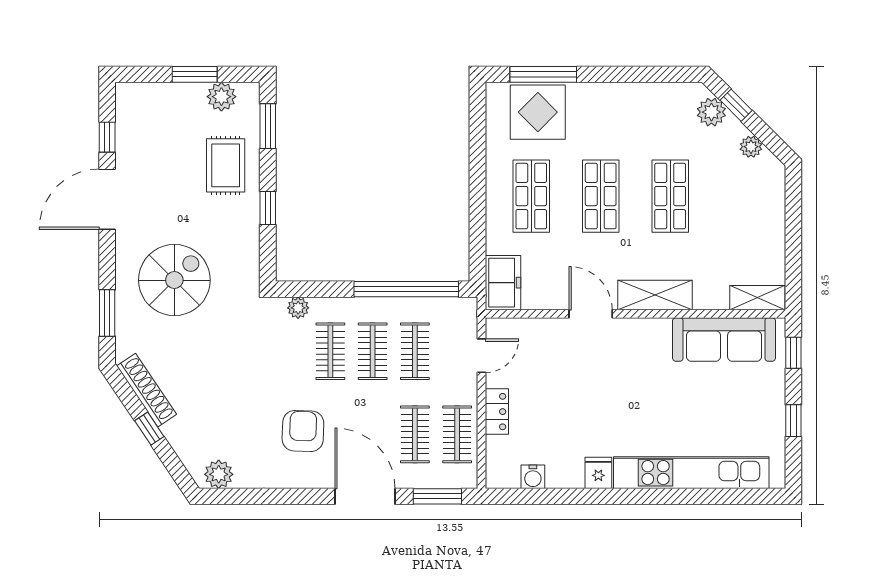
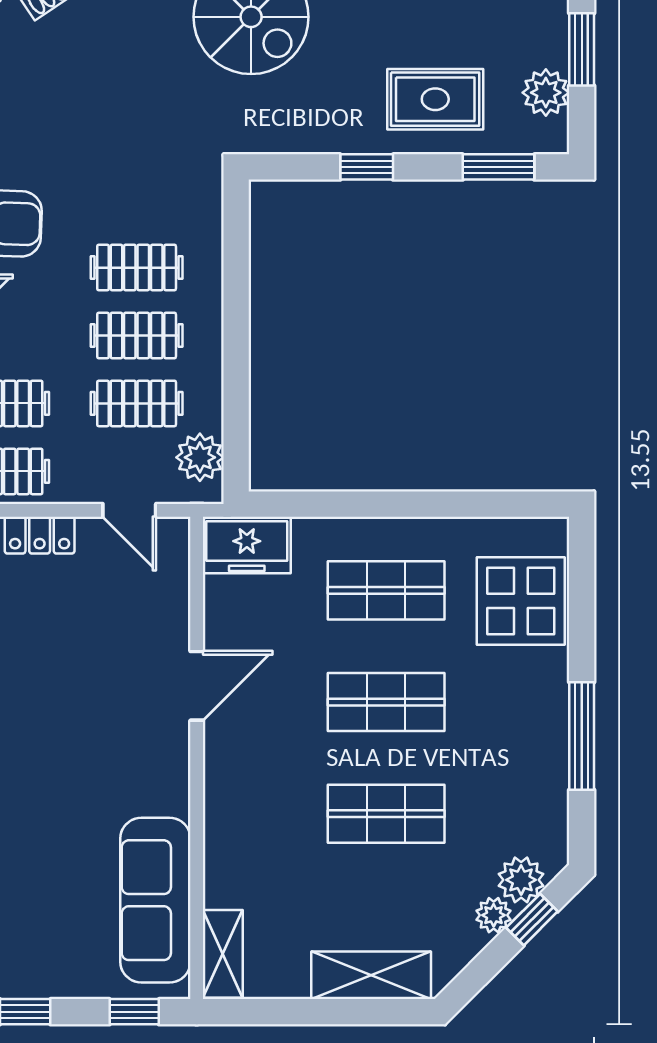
window: (543, 74) -> (582, 736), moved
plant: (751, 147) -> (494, 915), moved
window: (406, 289) -> (236, 390), removed
shelving: (655, 295) -> (371, 975), moved, turned 90
plant: (298, 308) -> (200, 457), moved, width x1.38, depth x1.38

